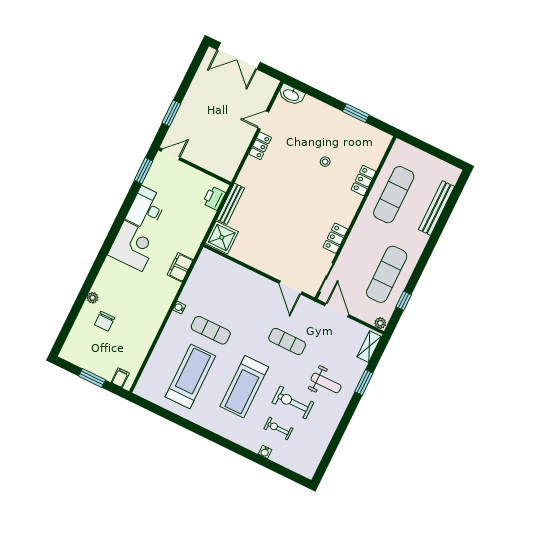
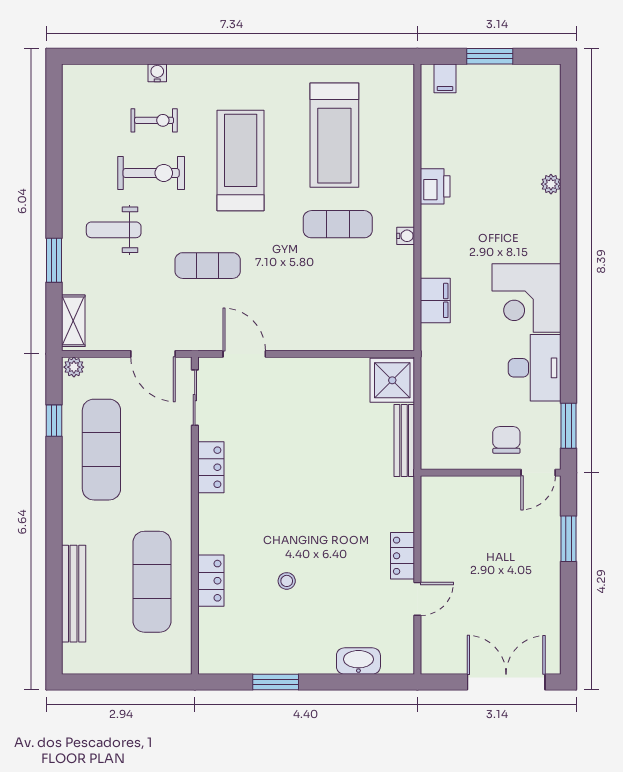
washbasin: (291, 95) -> (358, 661), moved
printer: (214, 198) -> (435, 186), moved
chair: (105, 321) -> (506, 440), moved

